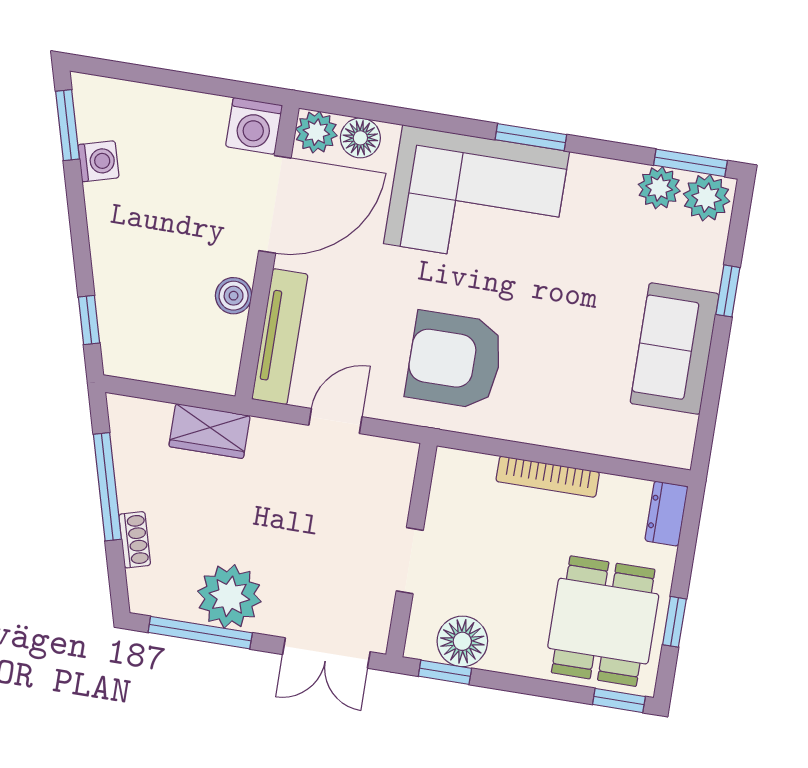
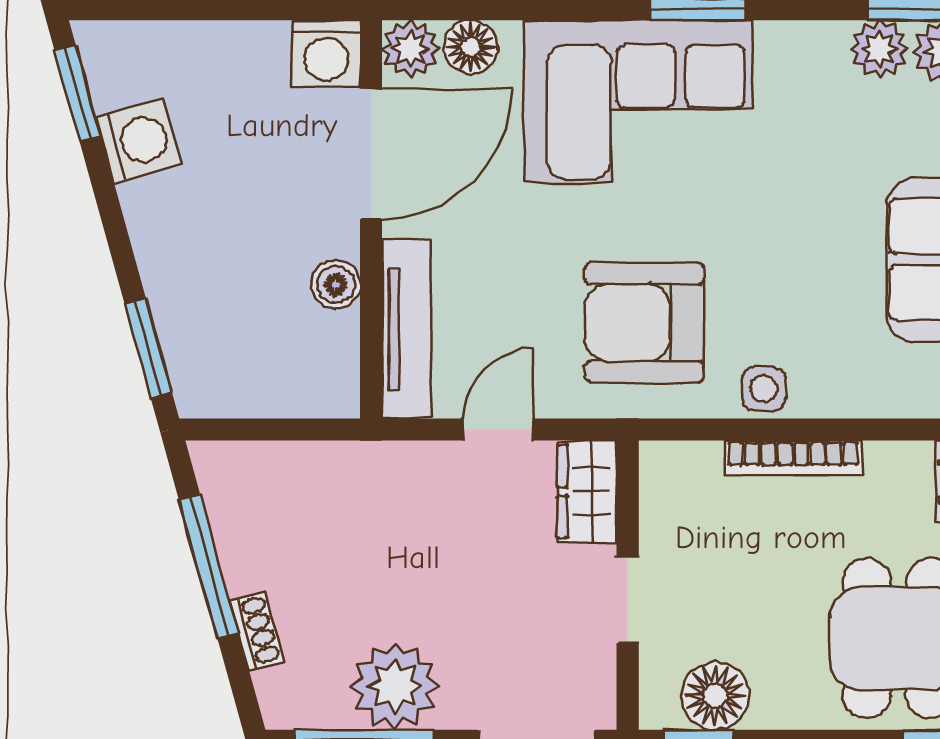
washing machine: (98, 161) -> (138, 141), width x1.38, depth x1.38
window: (89, 320) -> (148, 348), width x1.50
side table: (534, 423) -> (764, 389), added
wardrobe: (210, 431) -> (587, 491), moved, turned 90

